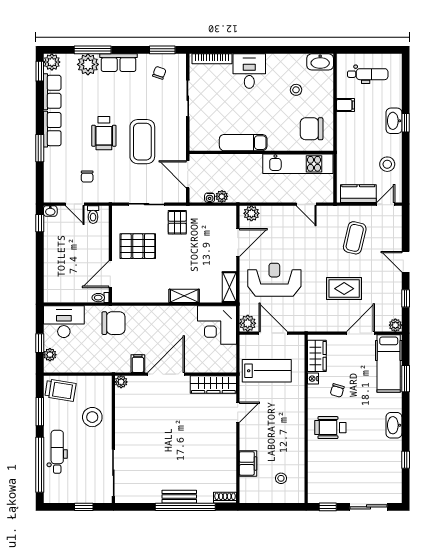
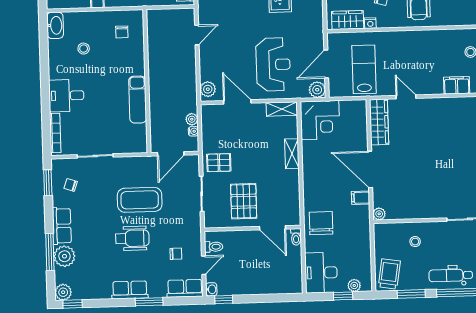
row of seats: (52, 92) -> (185, 288), moved
chair: (312, 129) -> (122, 32), width x0.54, depth x0.54
kitchen unit: (298, 164) -> (157, 44), removed
reception desk: (274, 280) -> (273, 64), turned 180
stool: (92, 417) -> (415, 242), width x0.53, depth x0.53

